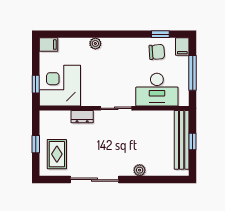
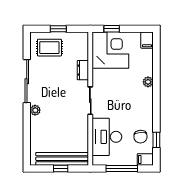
plant: (140, 170) -> (35, 110), moved

